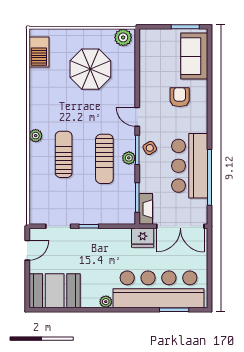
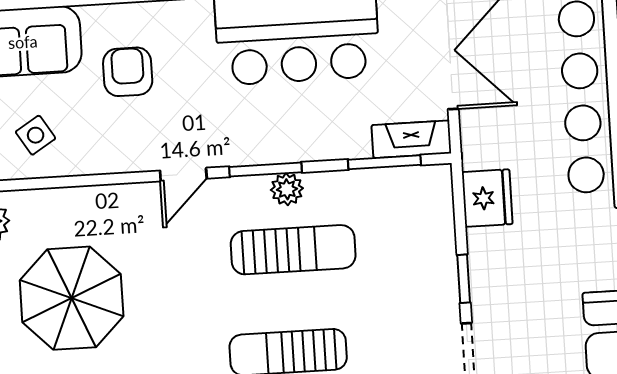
armchair: (180, 97) -> (128, 72), turned 90
side table: (150, 148) -> (36, 135), moved
fridge: (143, 238) -> (487, 198), moved

